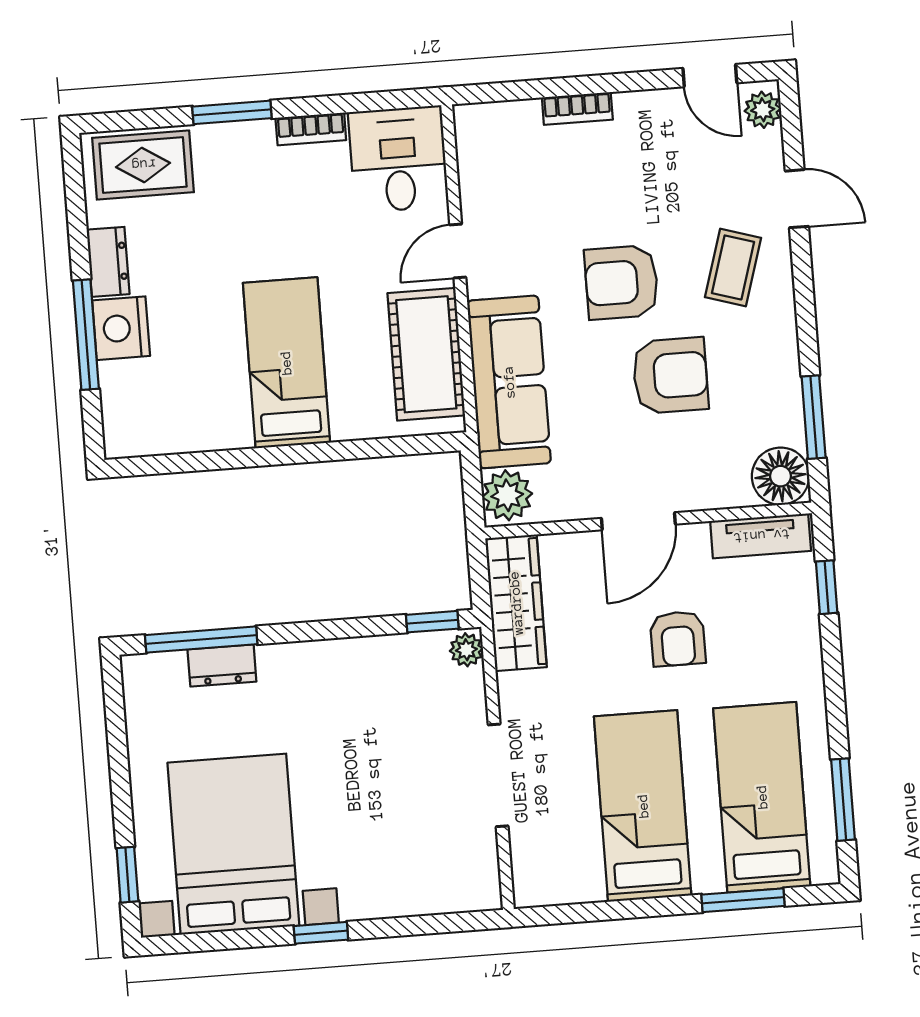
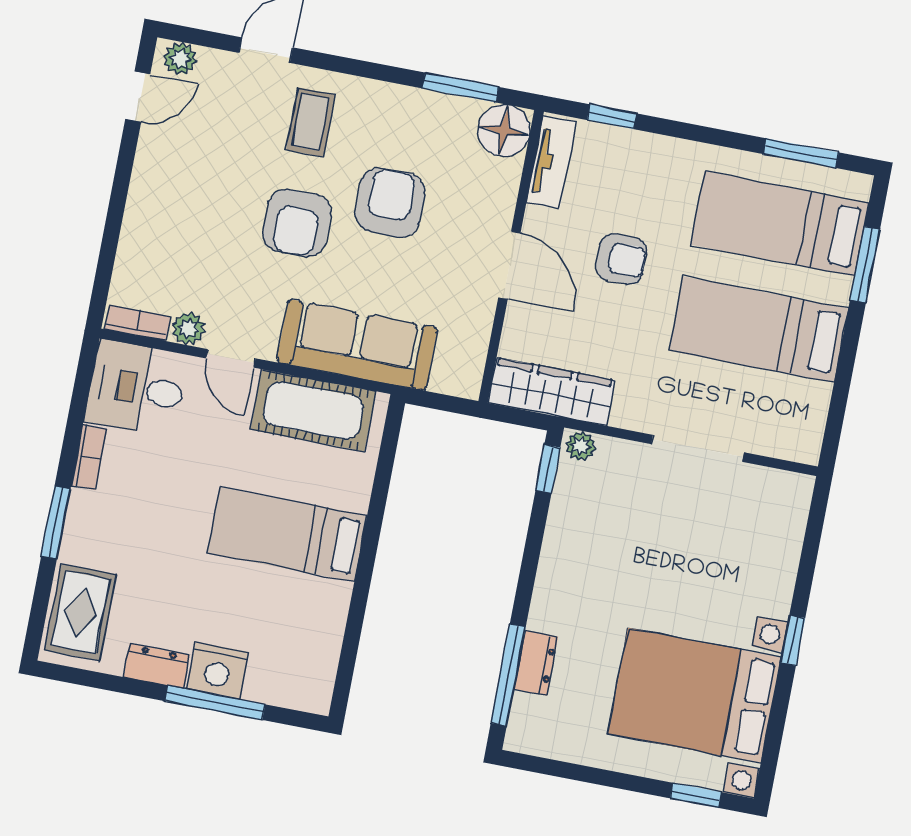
bookcase: (577, 109) -> (138, 323), moved, turned -90
coffee table: (733, 267) -> (311, 122), turned 73
plant: (507, 495) -> (188, 328), moved, width x0.73, depth x0.73

